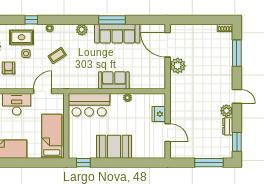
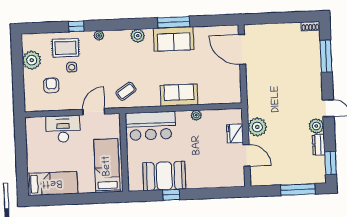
sofa: (117, 34) -> (174, 39), width x0.73
coffee table: (57, 55) -> (126, 91), moved
plant: (178, 66) -> (257, 127), moved
booth: (114, 147) -> (164, 176), moved
window: (83, 163) -> (171, 195), moved

